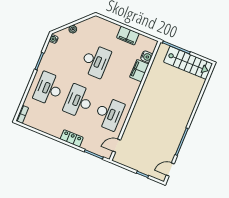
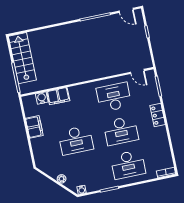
desk: (95, 61) -> (76, 140), turned 180

